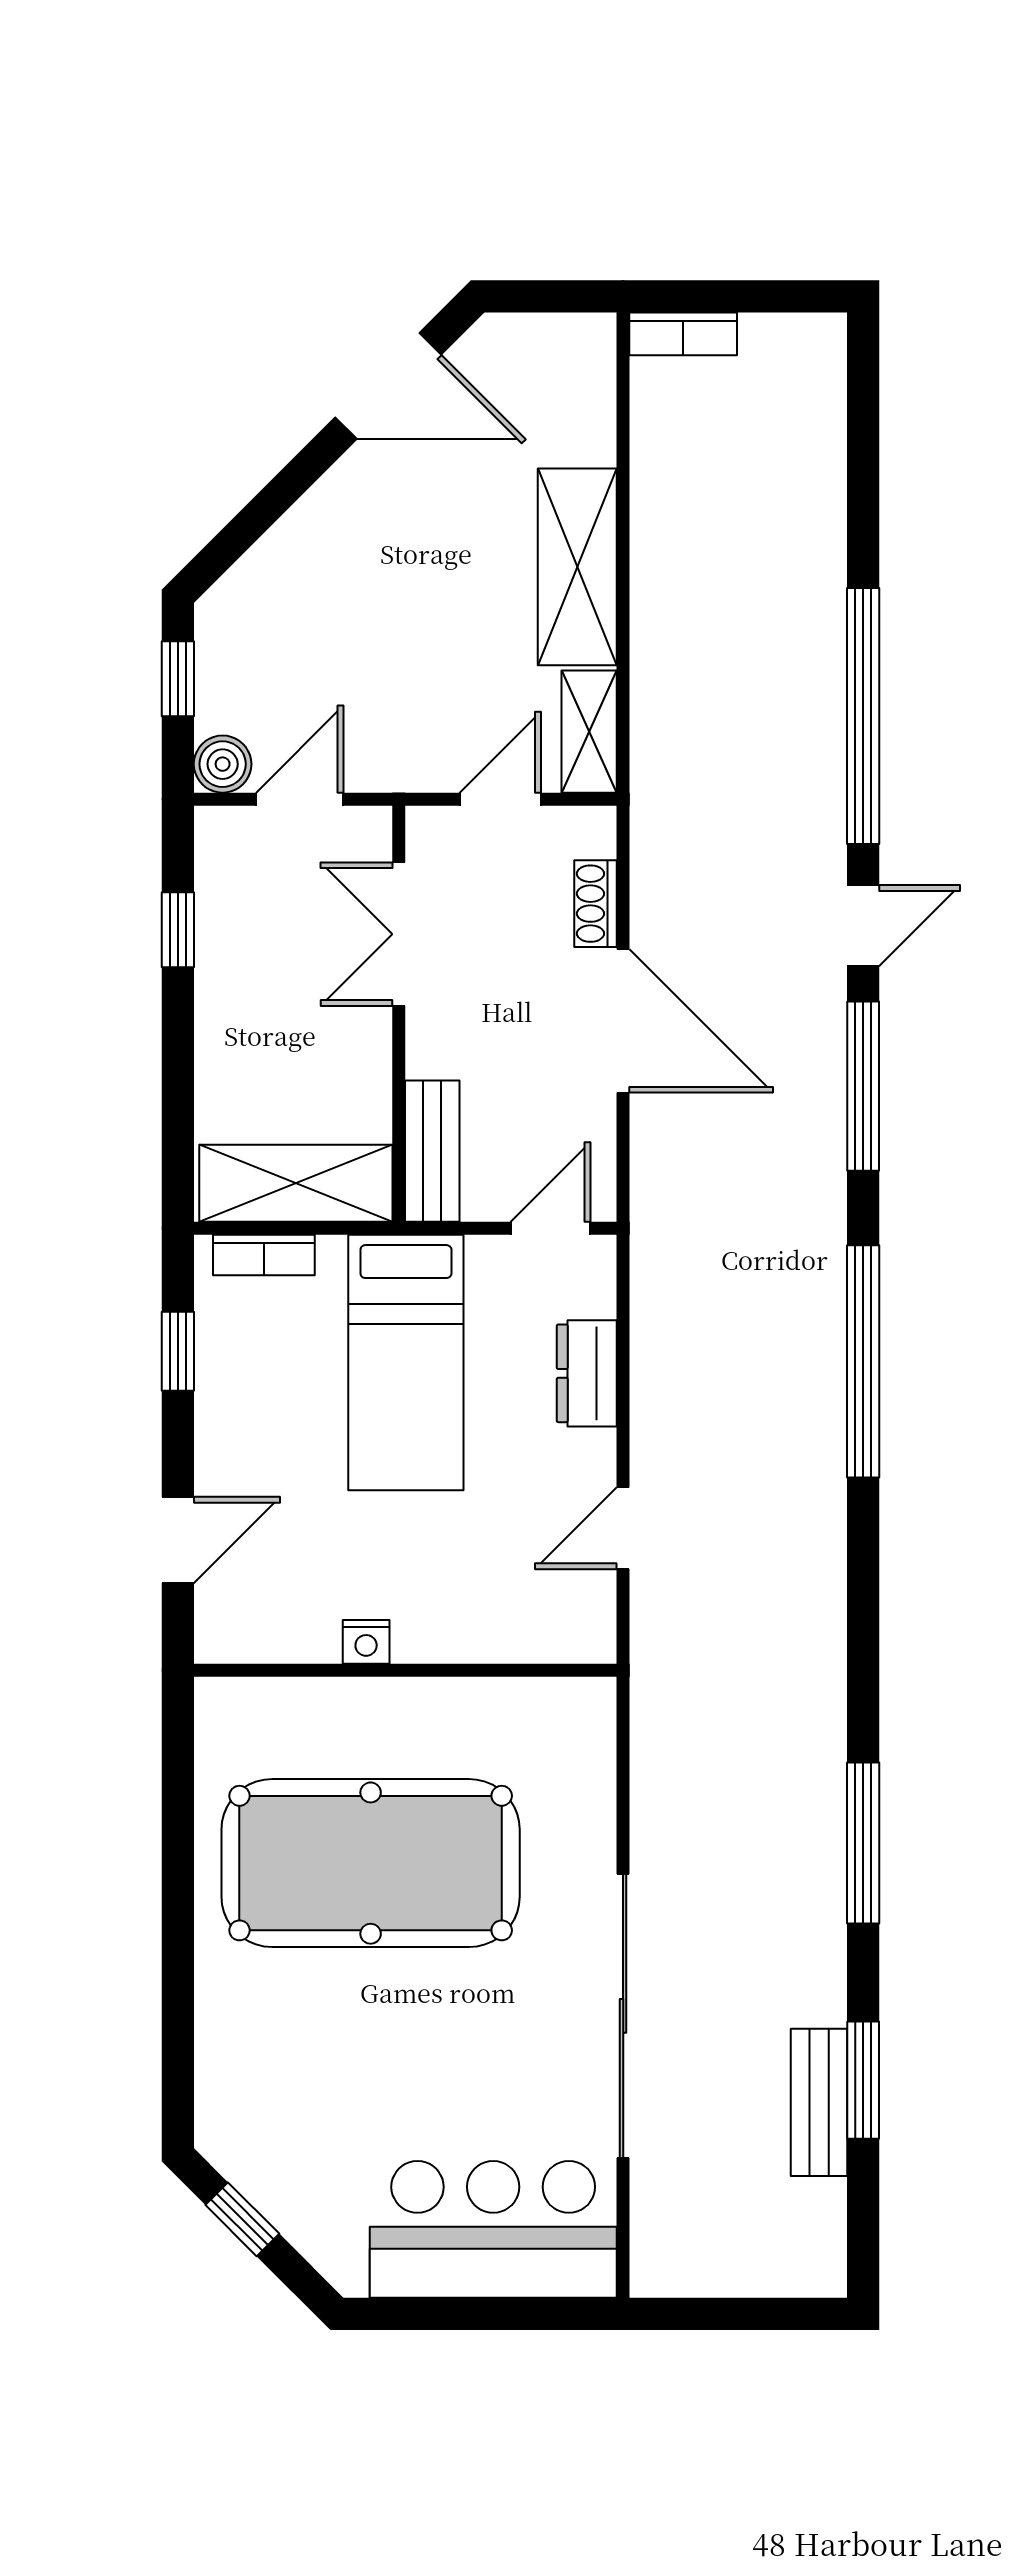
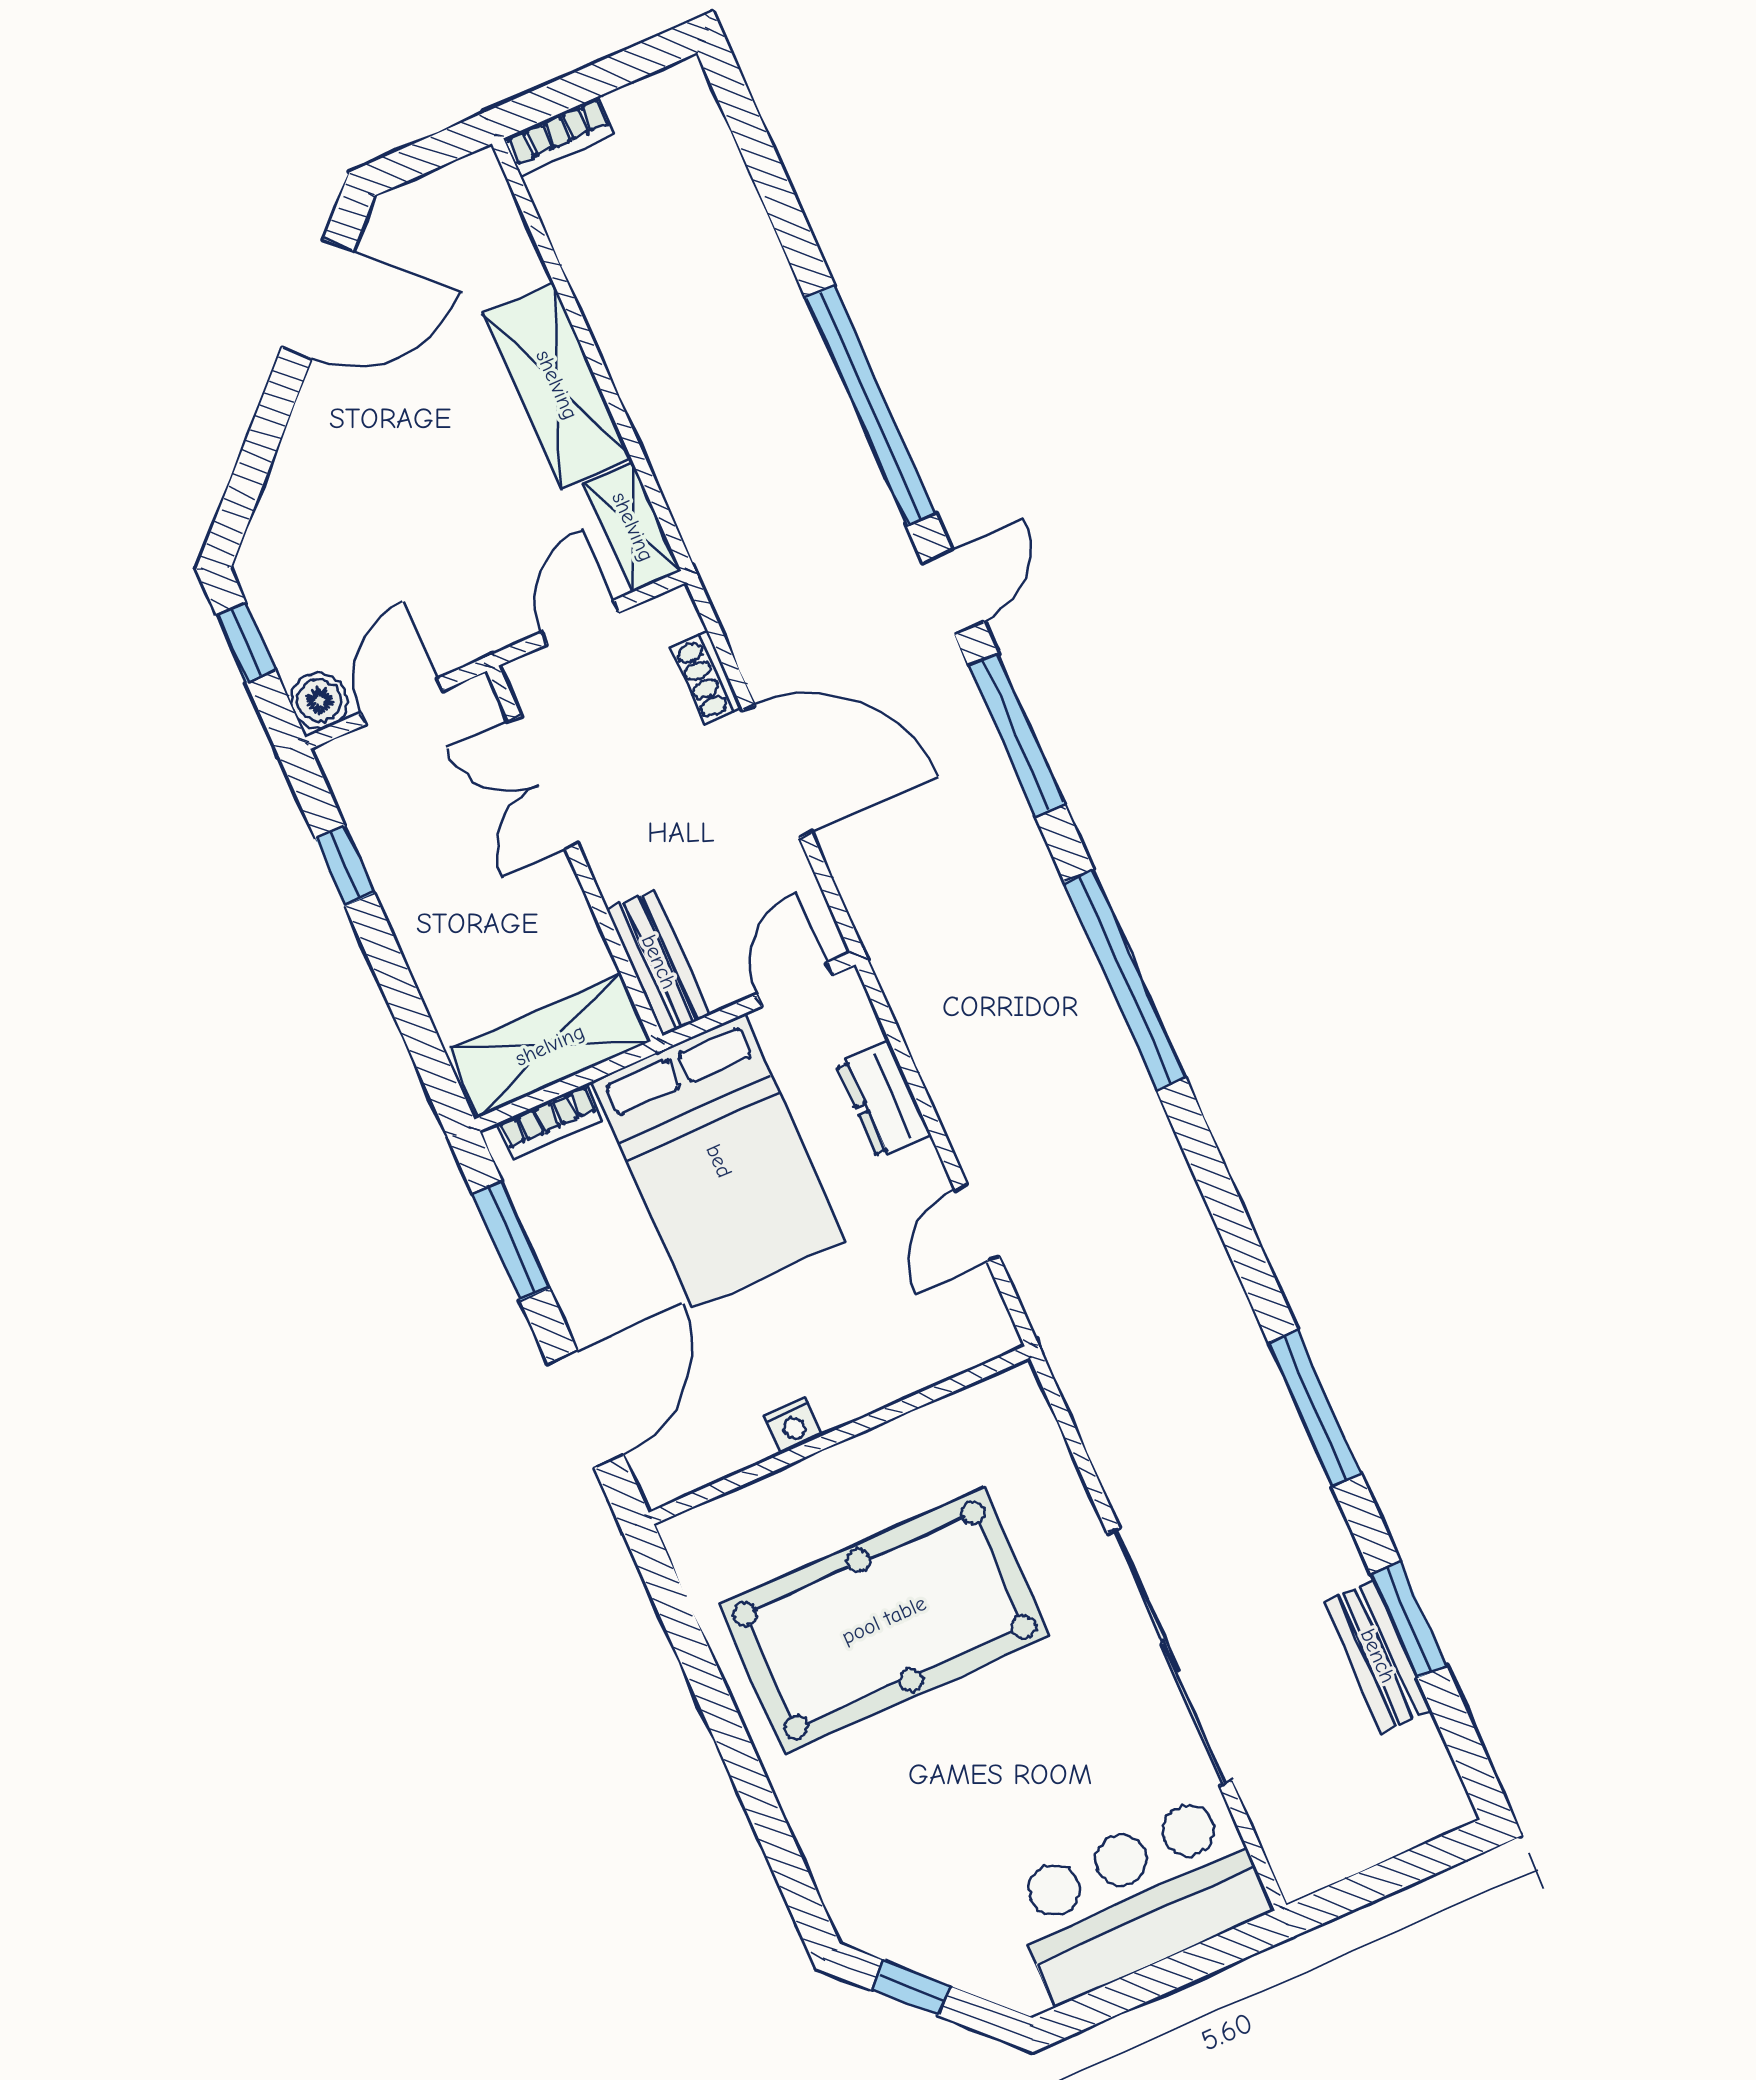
window: (178, 1351) -> (511, 1241), width x1.50
bed: (406, 1363) -> (719, 1161), width x1.50
door: (178, 1540) -> (586, 1409), width x1.38

